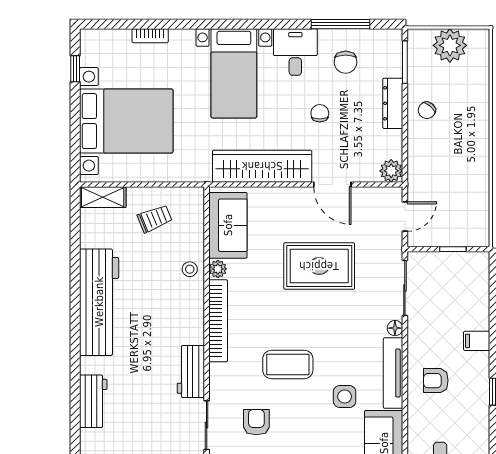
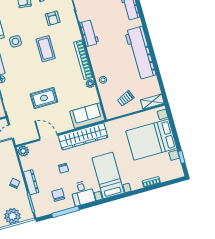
sofa: (228, 225) -> (87, 116), moved, turned 90
rug: (319, 266) -> (44, 98), width x0.73, depth x0.70
coffee table: (288, 364) -> (46, 49), turned 90

